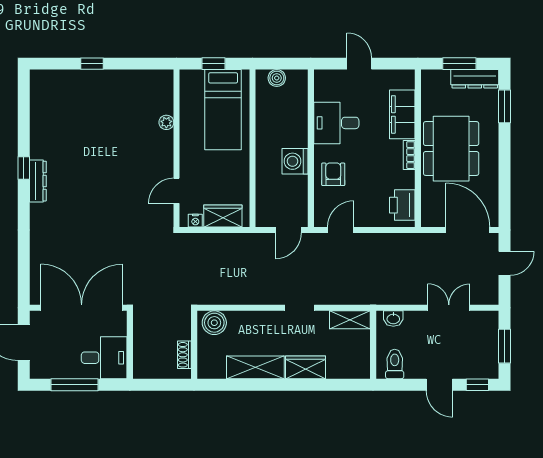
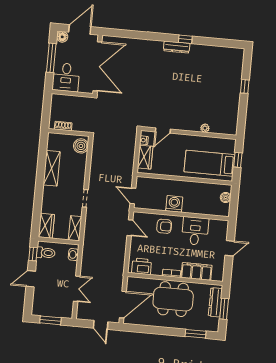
dresser: (475, 79) -> (215, 302), moved
door: (177, 191) -> (163, 130), swing flipped
wardrobe: (306, 367) -> (46, 226), moved
floor lamp: (39, 370) -> (62, 37), added
window: (477, 385) -> (33, 254), moved

